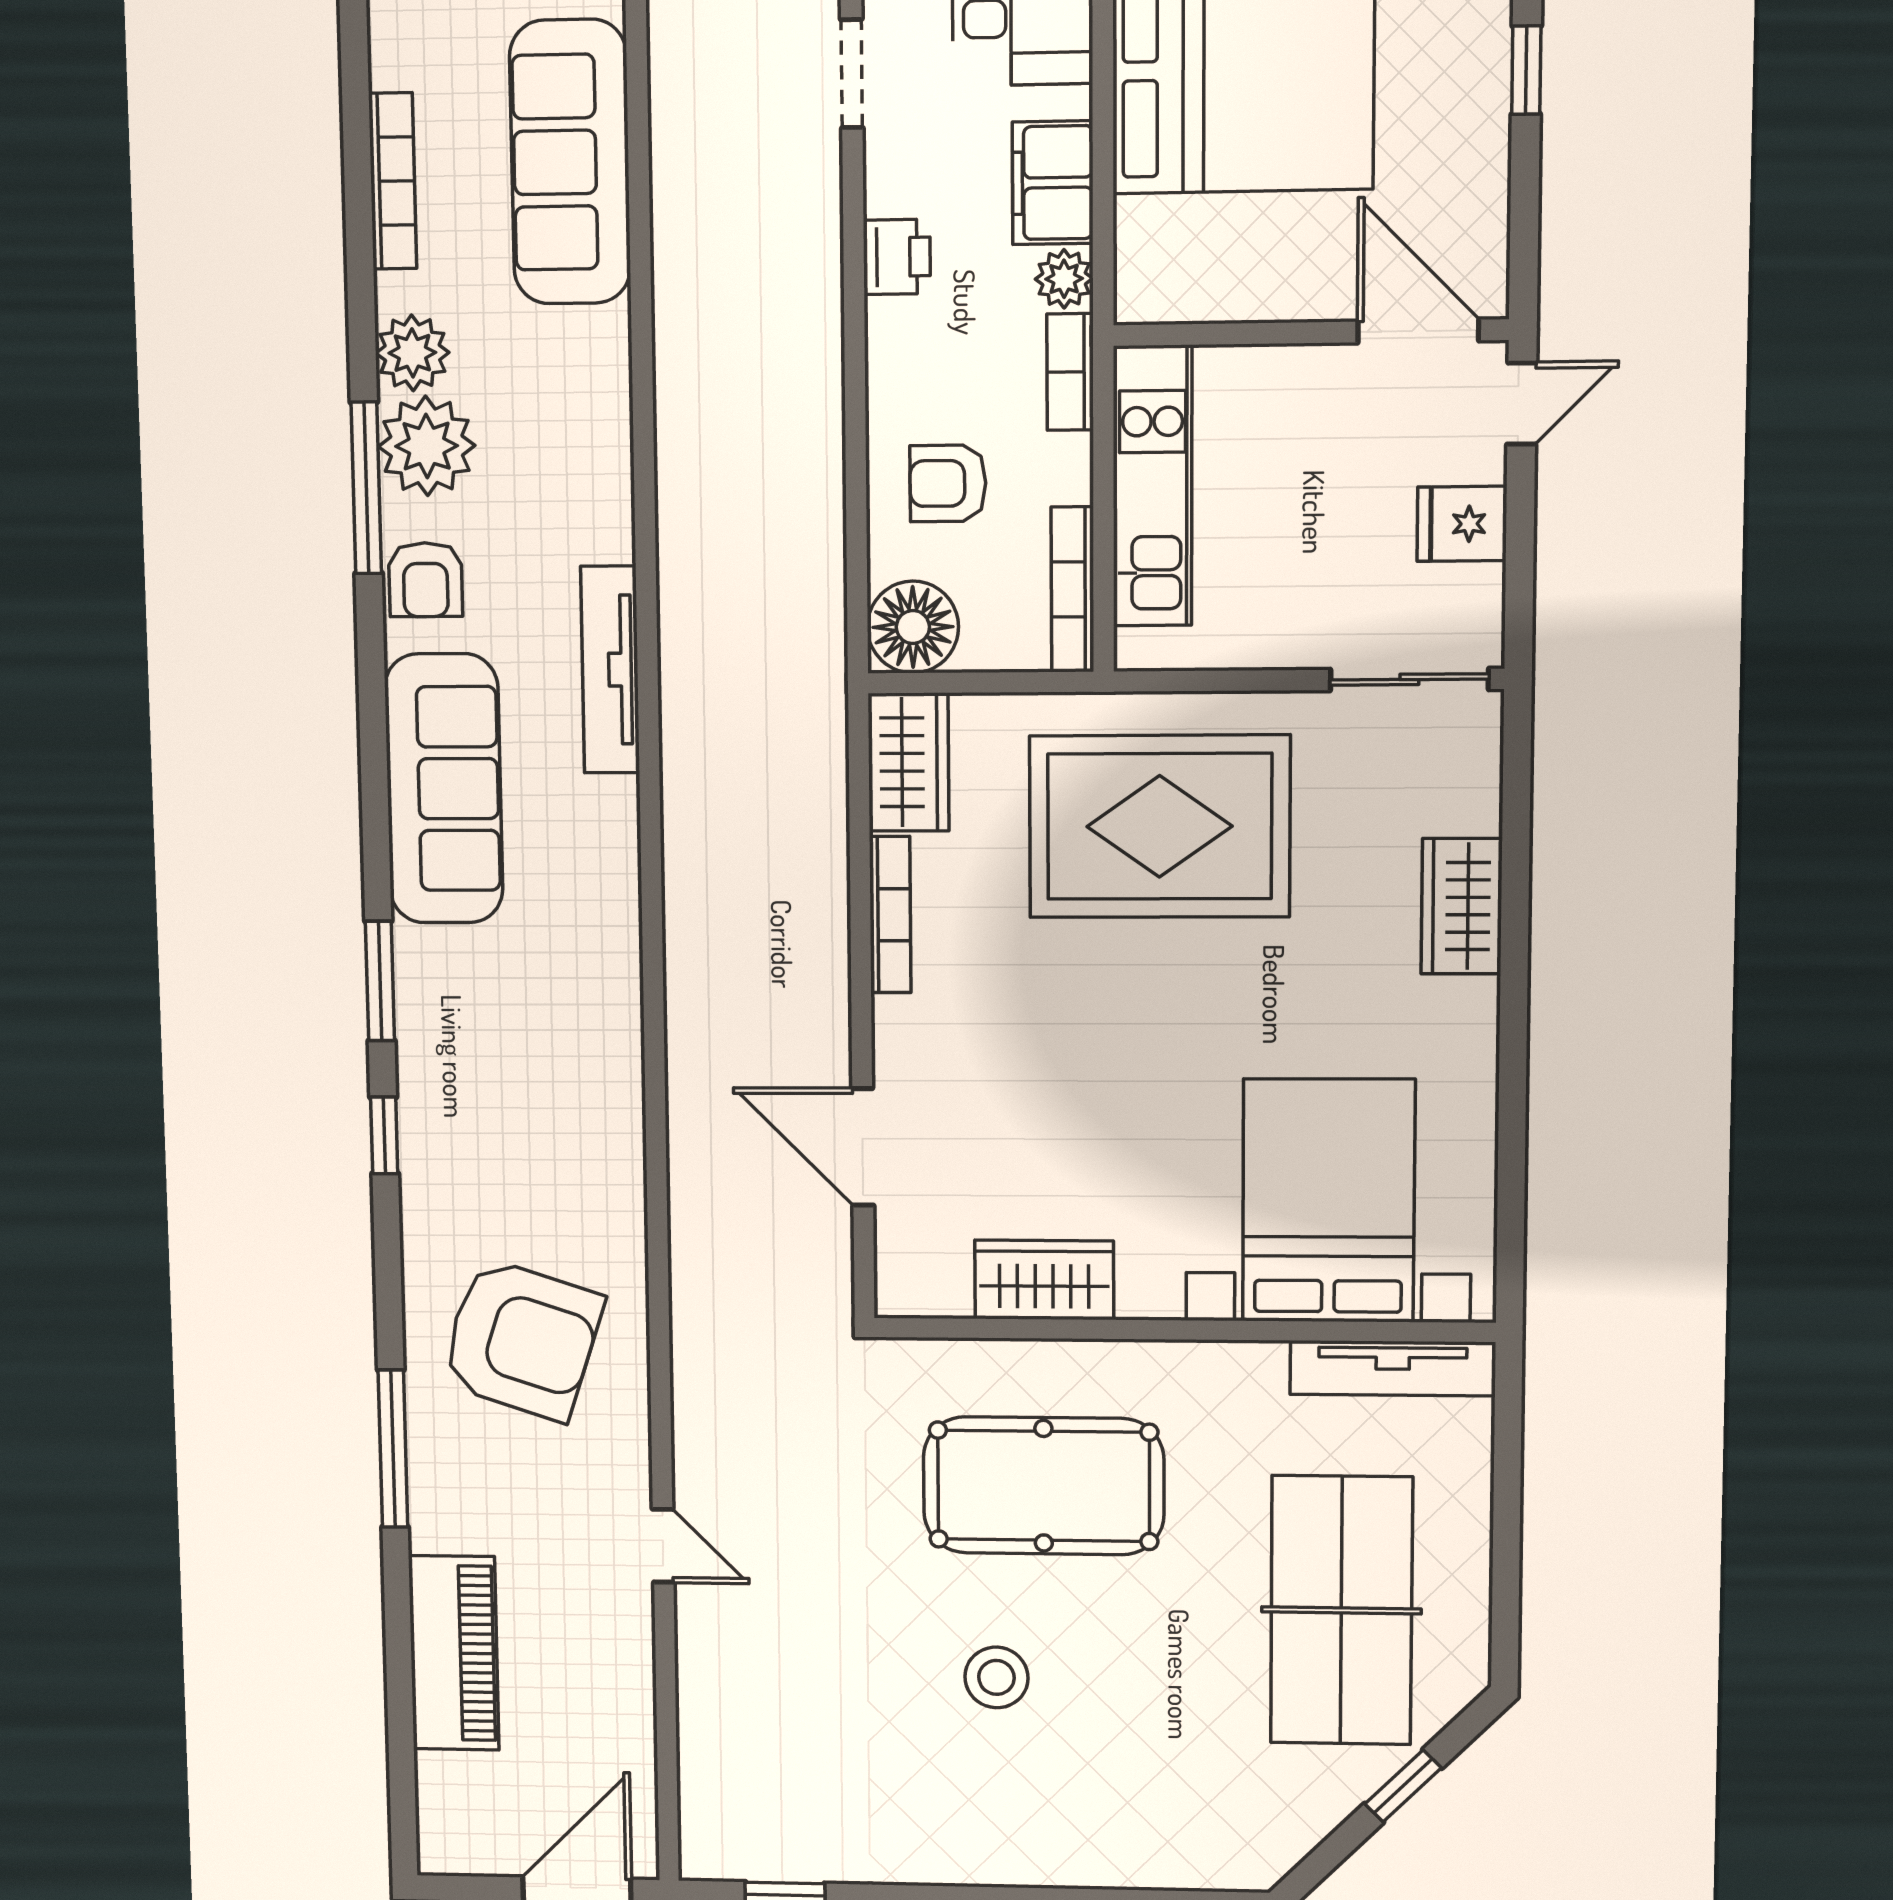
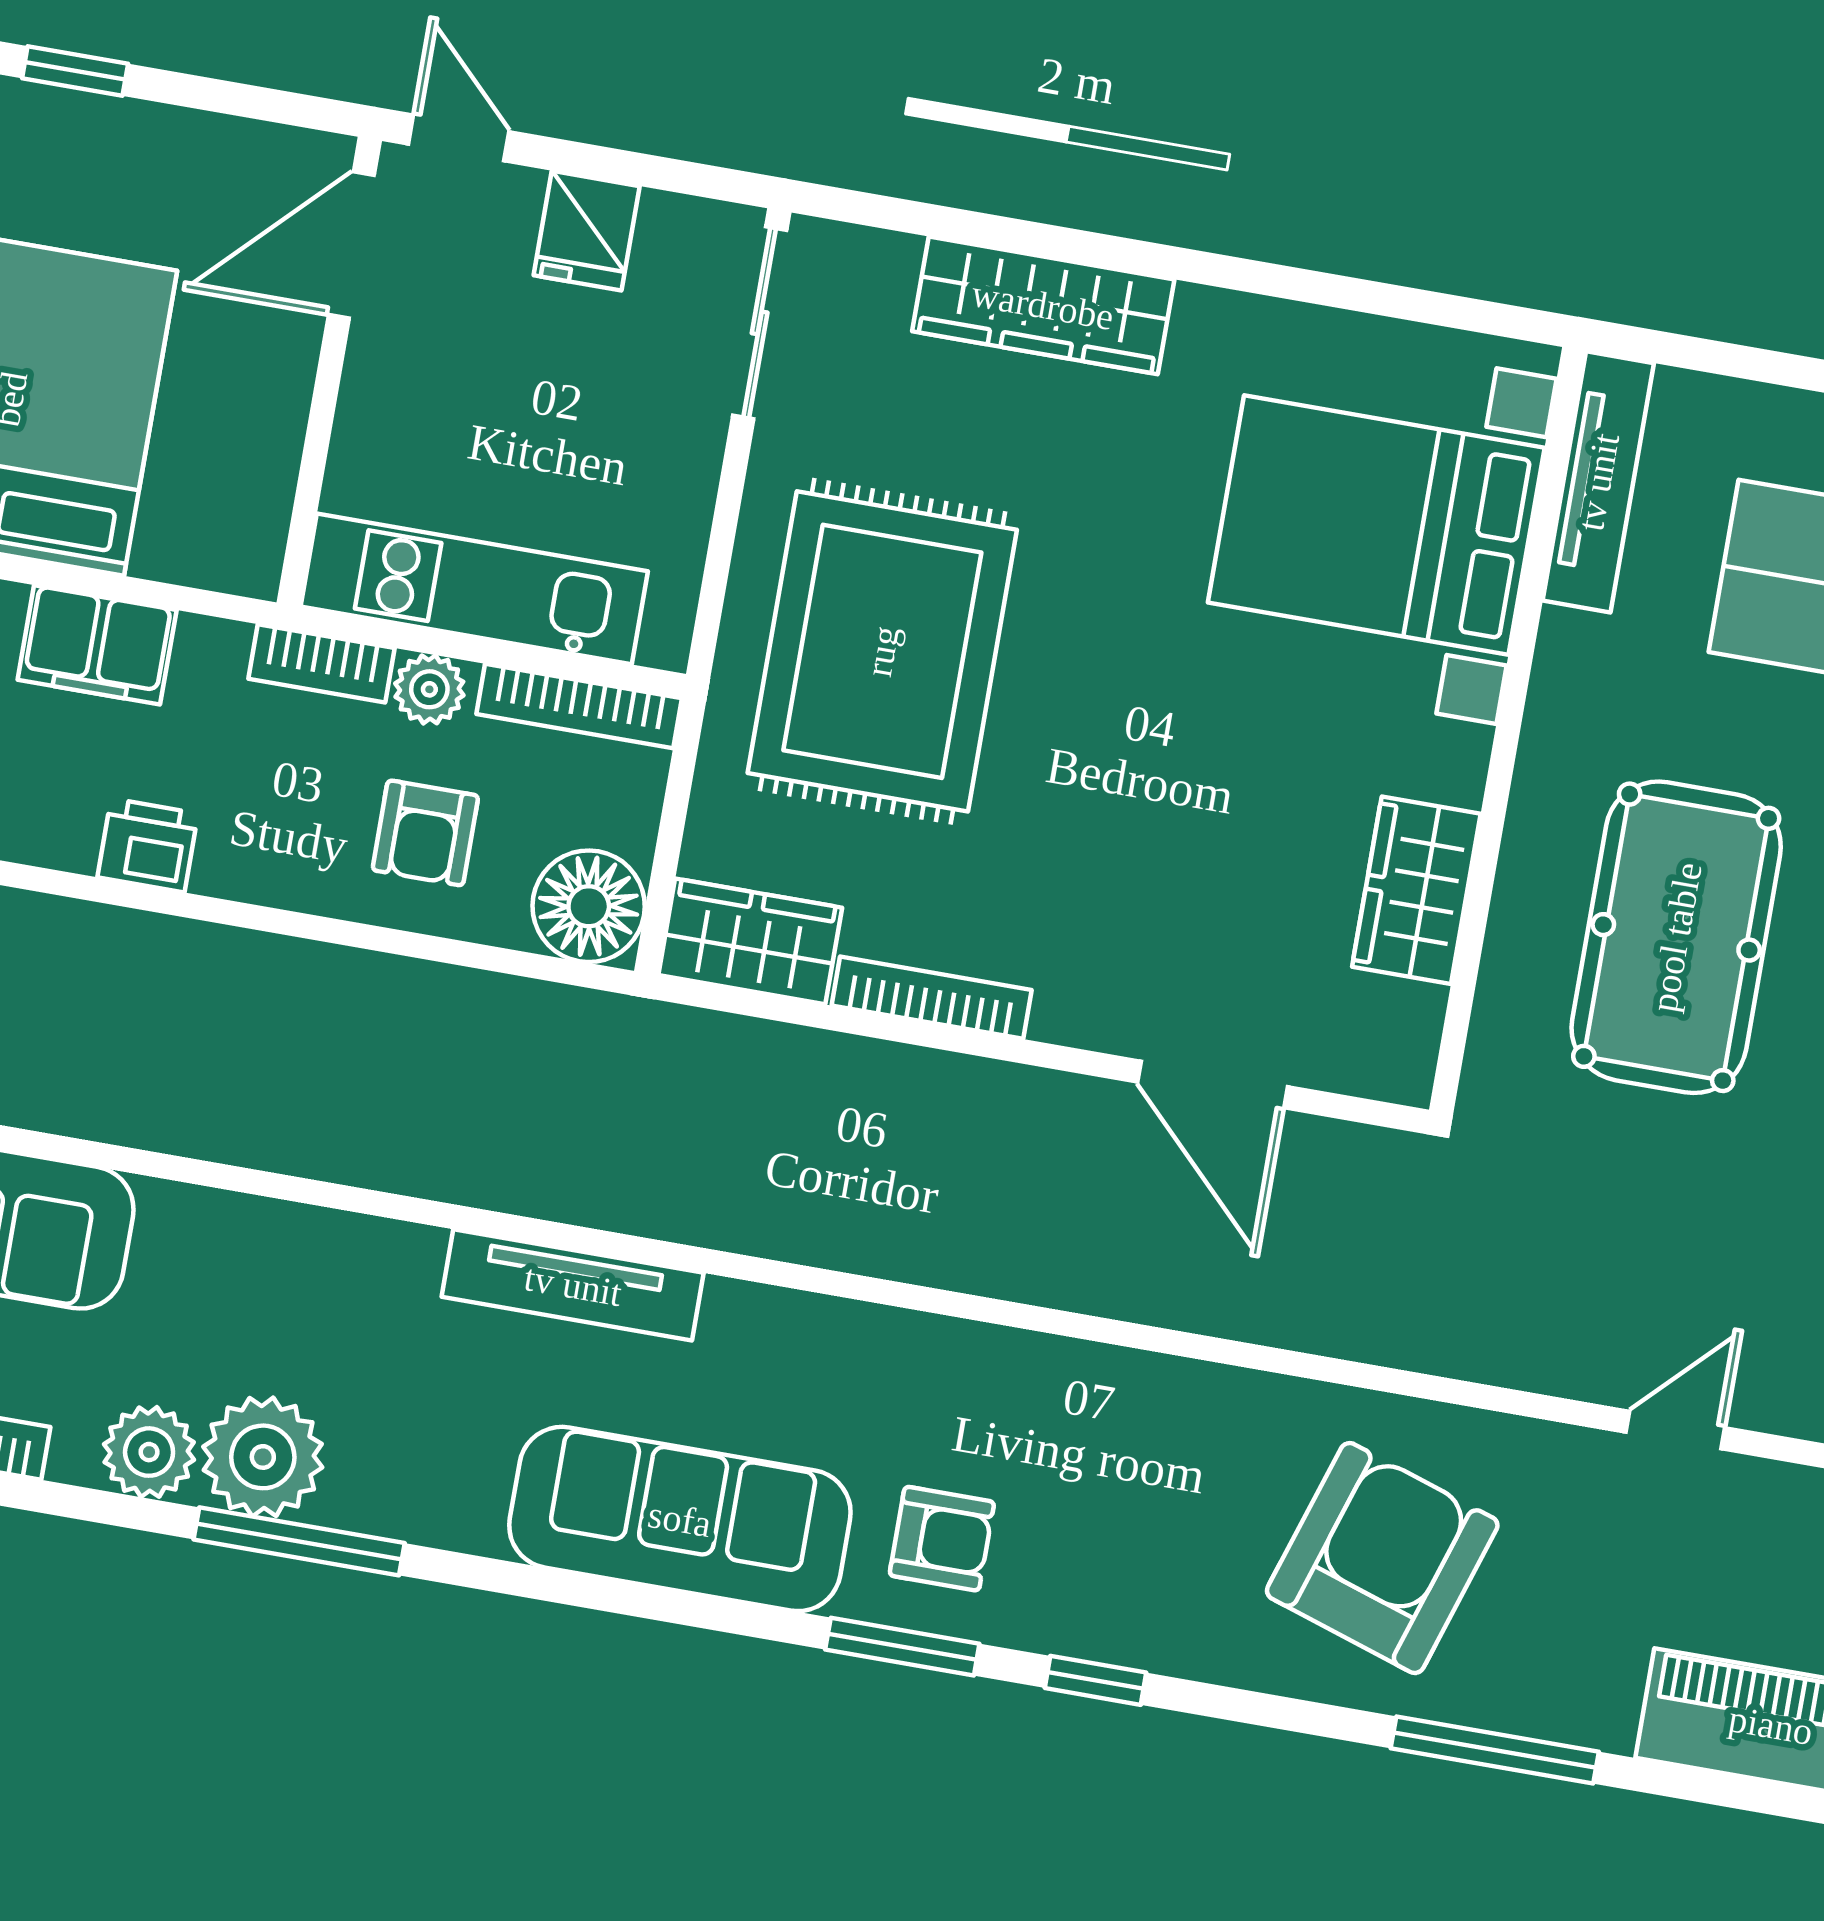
plant: (1064, 279) -> (429, 689), moved
armchair: (426, 580) -> (942, 1539), moved
wardrobe: (1462, 906) -> (1043, 305), width x1.50
door: (863, 1147) -> (1212, 1084), hinge flipped

